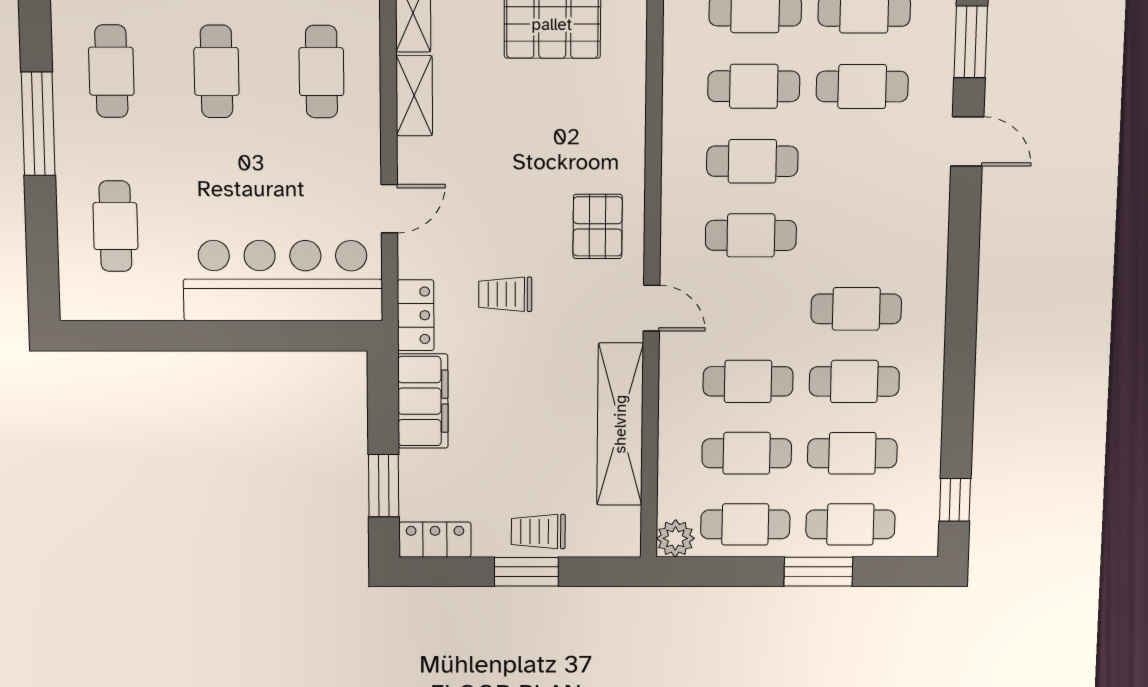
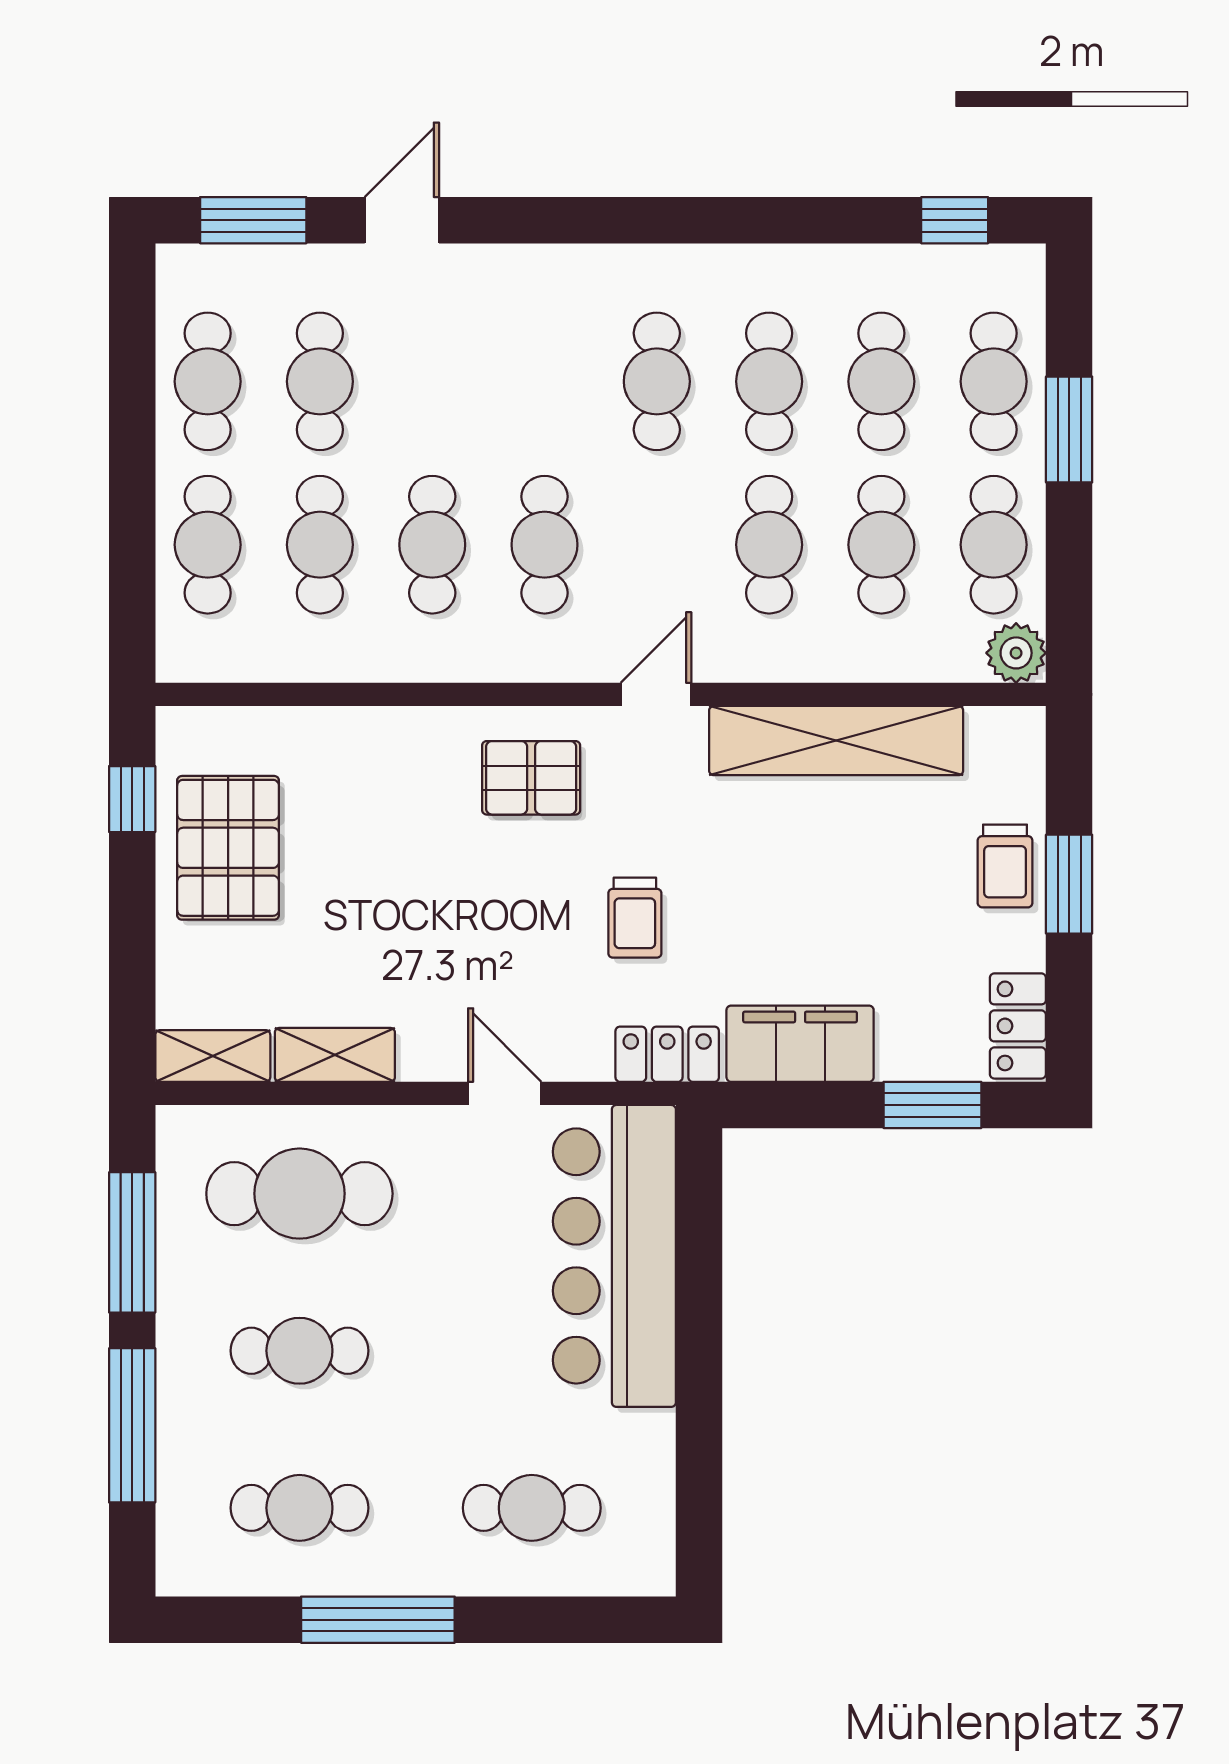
cafe table: (321, 72) -> (299, 1194), width x1.37, depth x1.35

